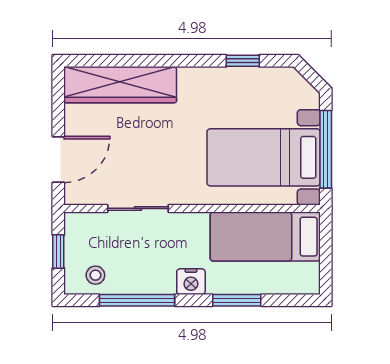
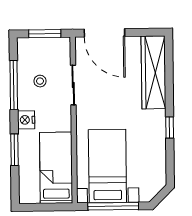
window: (243, 61) -> (170, 128), moved
door: (58, 159) -> (104, 33), width x1.36
window: (58, 251) -> (45, 34), width x1.50
stool: (95, 275) -> (40, 81), moved

